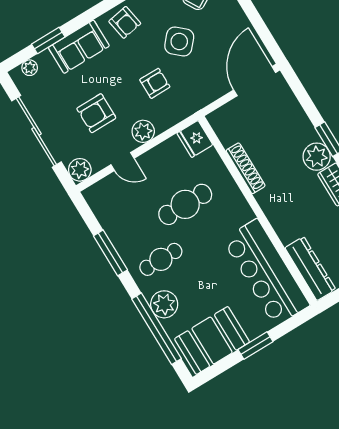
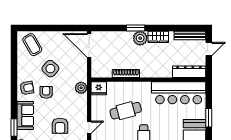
armchair: (155, 83) -> (46, 92), moved
plant: (143, 131) -> (81, 88), moved
cafe table: (185, 204) -> (126, 111), turned 75

